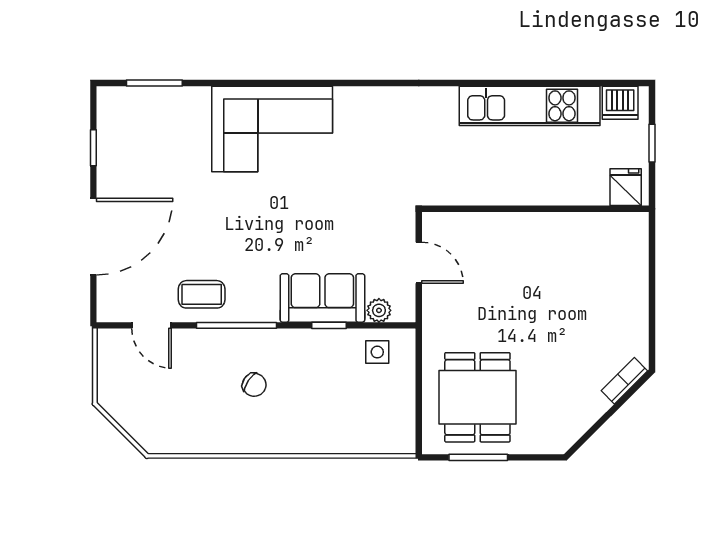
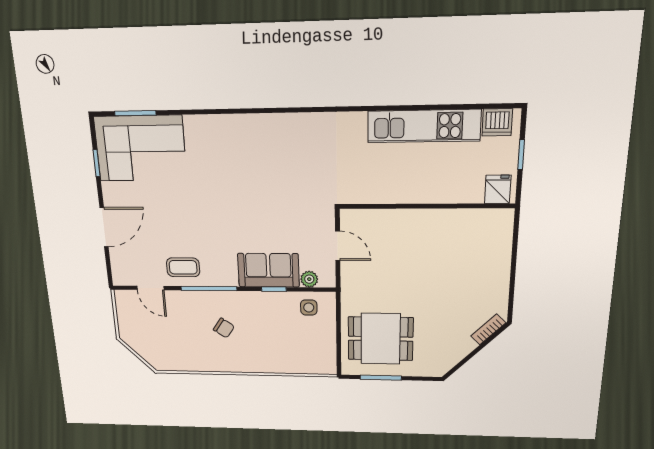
corner sofa: (272, 129) -> (140, 148), moved
door: (93, 237) -> (104, 227), width x0.73
dining table: (477, 397) -> (381, 339), turned 90

